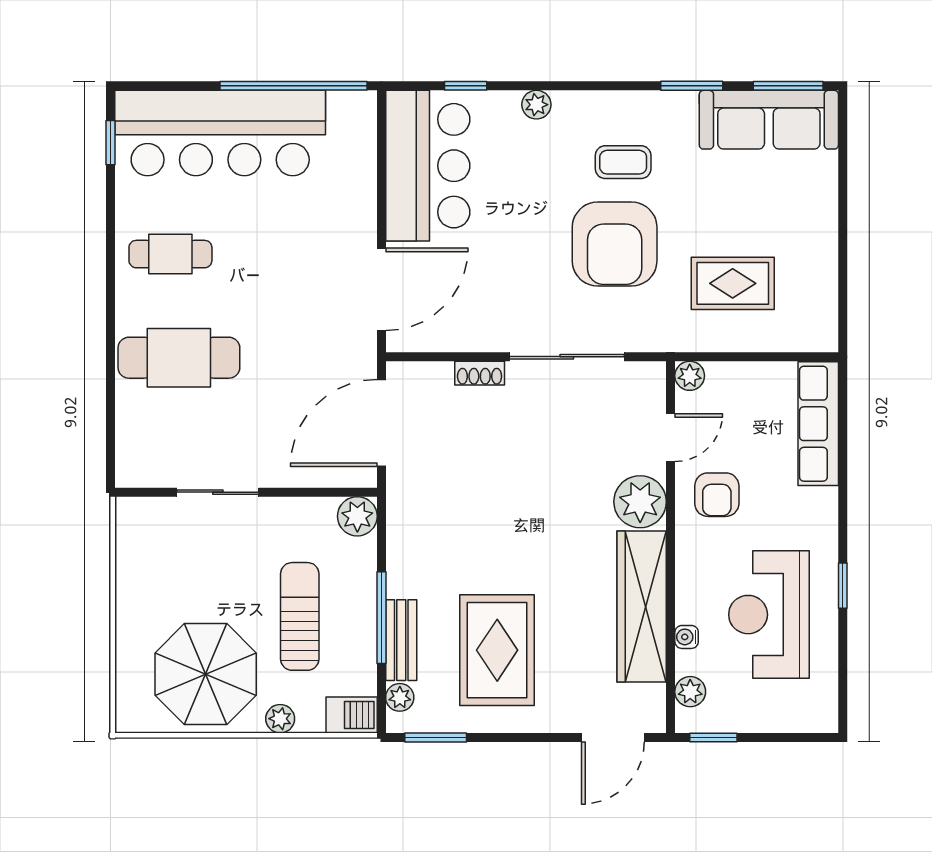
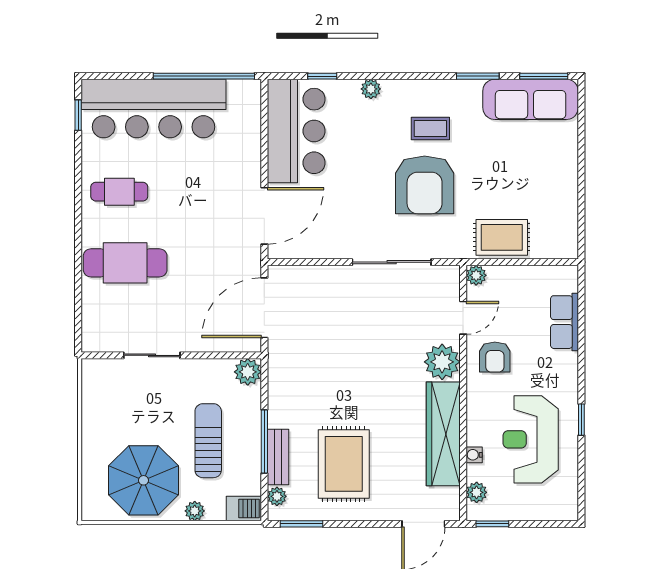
rug: (733, 283) -> (502, 237), moved
shoe rack: (480, 373) -> (332, 274), removed
row of seats: (818, 424) -> (564, 322), width x0.68

